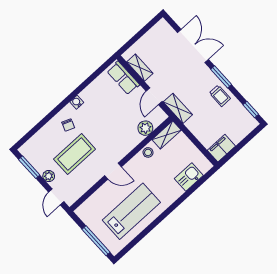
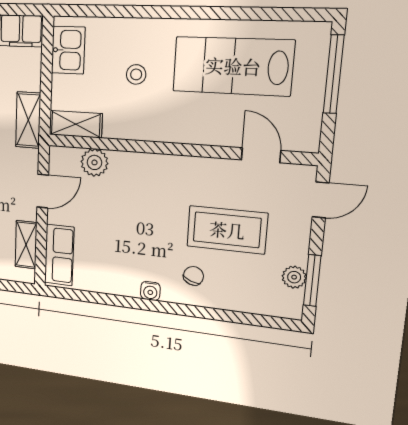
shelving: (178, 108) -> (28, 120), moved
stool: (148, 152) -> (136, 74), moved
door: (113, 171) -> (261, 155), moved
plant: (49, 176) -> (294, 277), moved
kitchen sink: (189, 177) -> (68, 50), moved, turned -90

